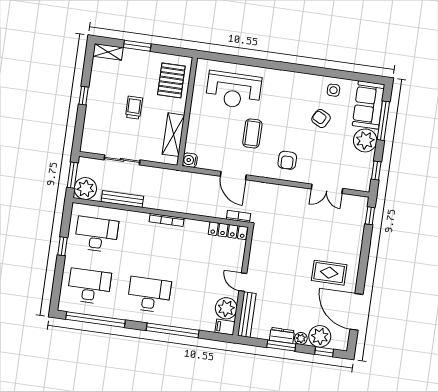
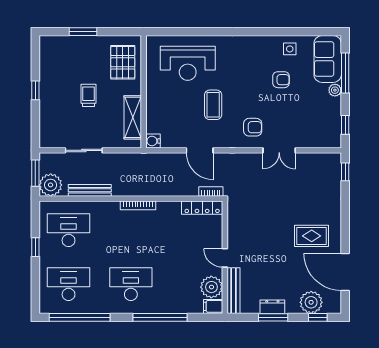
shelving: (108, 52) -> (54, 42), removed
armchair: (321, 119) -> (281, 80), turned 152
plant: (365, 140) -> (335, 90), width x0.53, depth x0.53
armchair: (287, 160) -> (253, 127), turned -90
double door: (327, 189) -> (279, 150), moved
plant: (301, 338) -> (292, 307), removed

